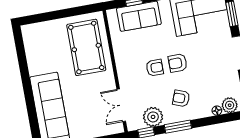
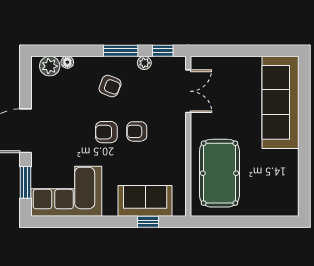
armchair: (178, 63) -> (106, 132), turned 180
plant: (153, 117) -> (144, 63), width x0.53, depth x0.53

